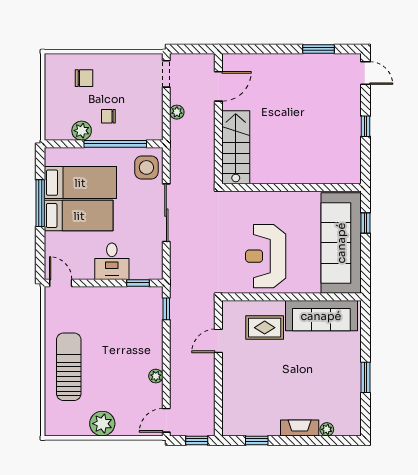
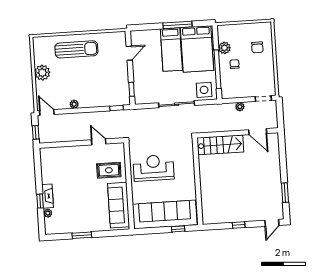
bed: (80, 183) -> (197, 49), width x1.50
desk: (112, 261) -> (144, 72), removed
door: (61, 283) -> (129, 53), moved
rug: (265, 328) -> (109, 170), turned 90
window: (257, 440) -> (40, 201), moved

